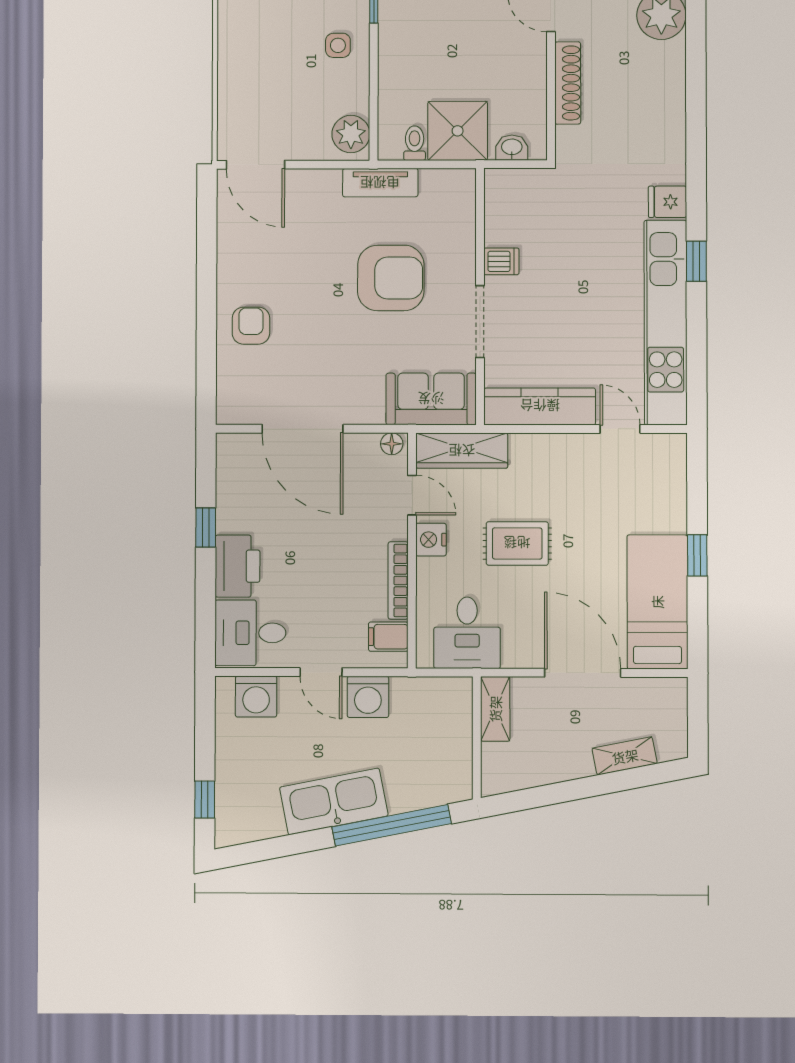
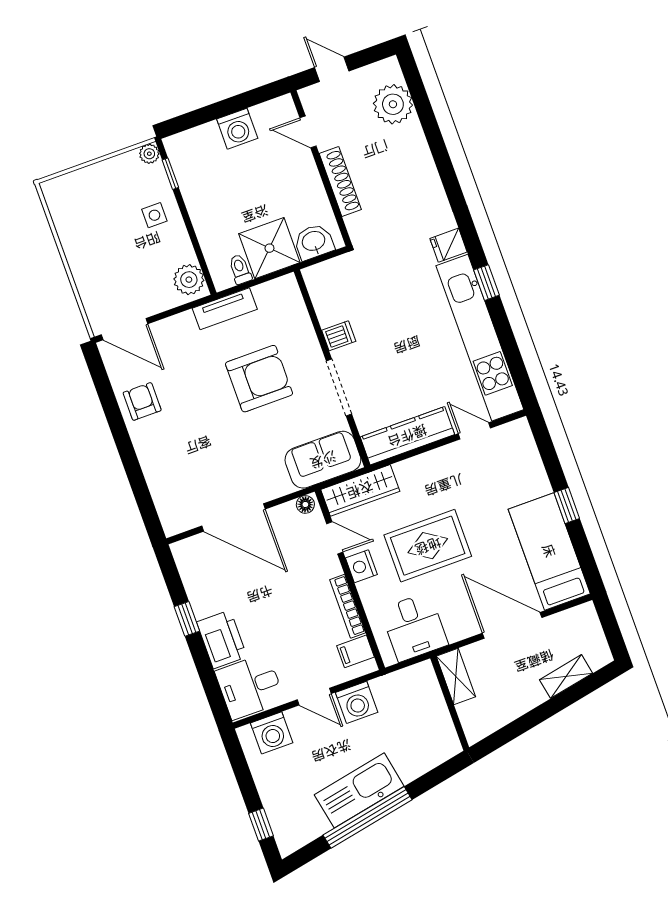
washbasin: (512, 148) -> (314, 242), width x1.38, depth x1.45
armchair: (251, 326) -> (142, 401), moved
rug: (517, 543) -> (428, 546), width x1.36, depth x1.43
window: (392, 825) -> (368, 817), moved

